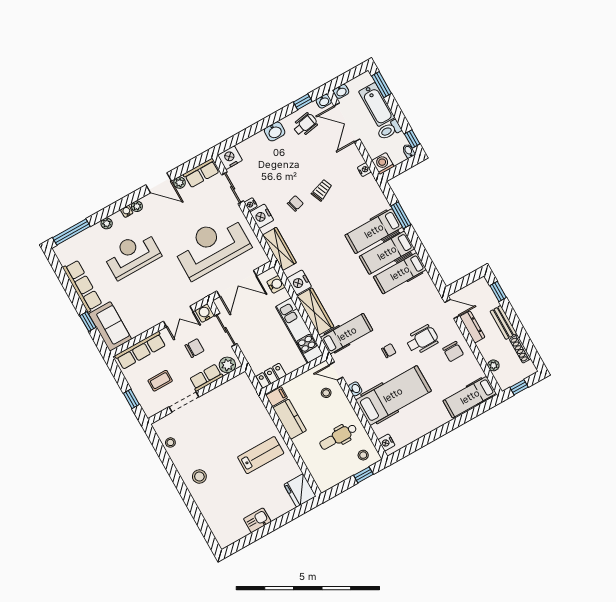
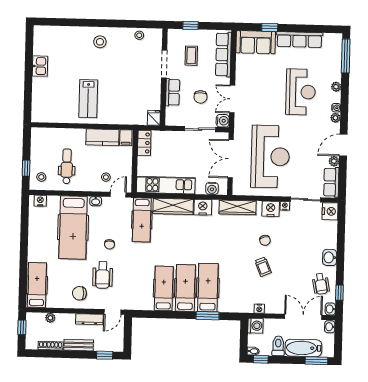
plant: (227, 365) -> (172, 114), removed
fridge: (300, 491) -> (154, 118), moved, width x0.53, depth x0.75

